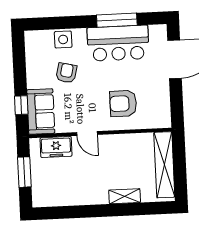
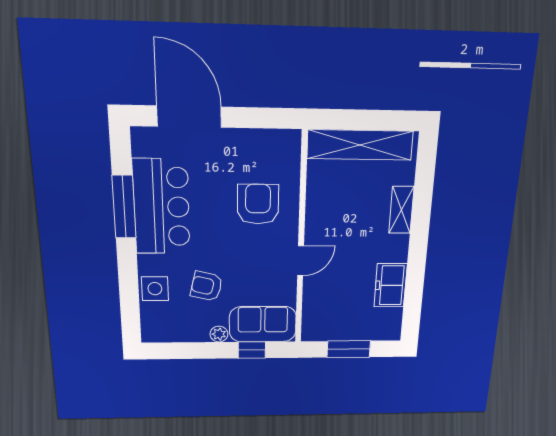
plant: (32, 82) -> (219, 334), added
armchair: (123, 104) -> (258, 204), turned 180
freezer: (56, 147) -> (391, 285), moved, turned 180

